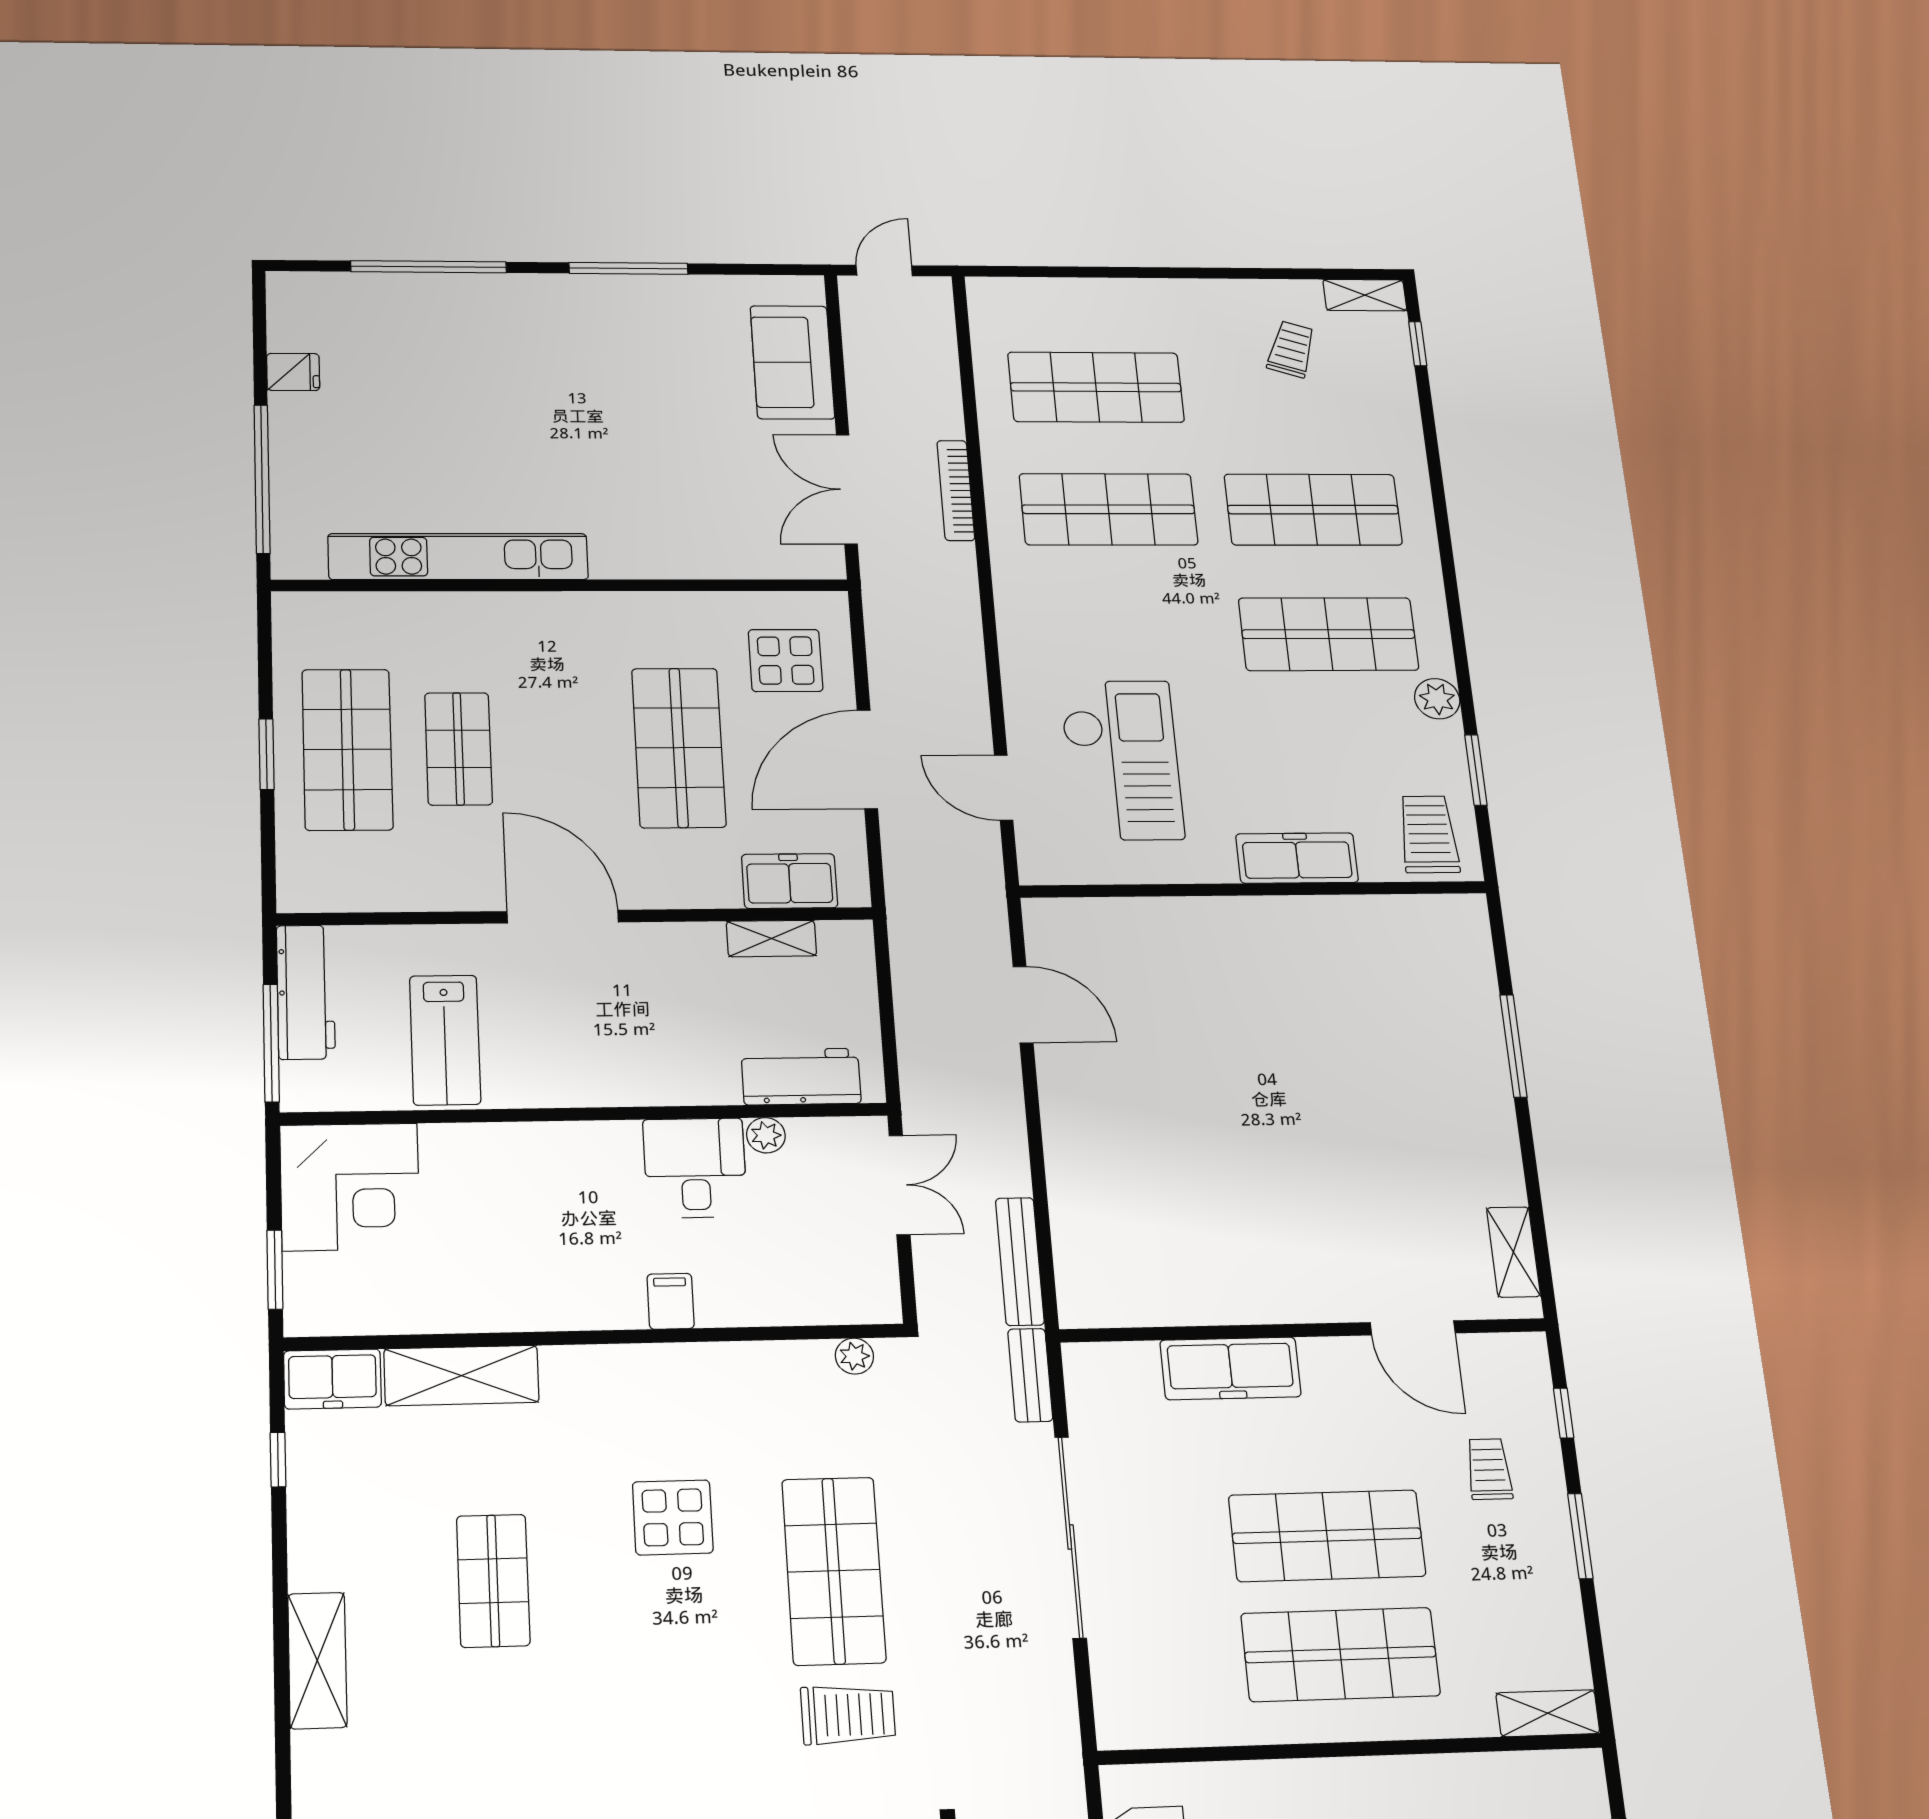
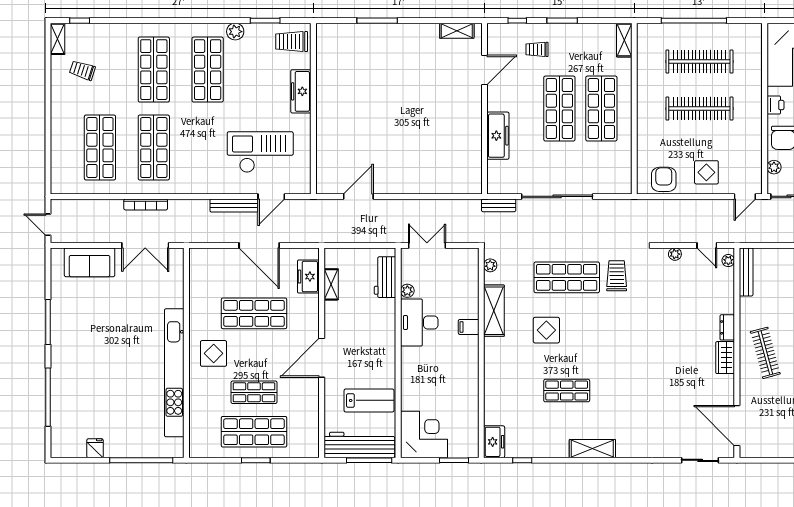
kitchen unit: (458, 557) -> (174, 373), width x1.36
display table: (786, 661) -> (214, 353), moved
workbench: (306, 992) -> (359, 445), width x1.36, depth x1.32
desk: (695, 1168) -> (419, 322), width x1.37
bench: (1020, 1261) -> (234, 206), moved
shelving: (461, 1376) -> (494, 311), moved

